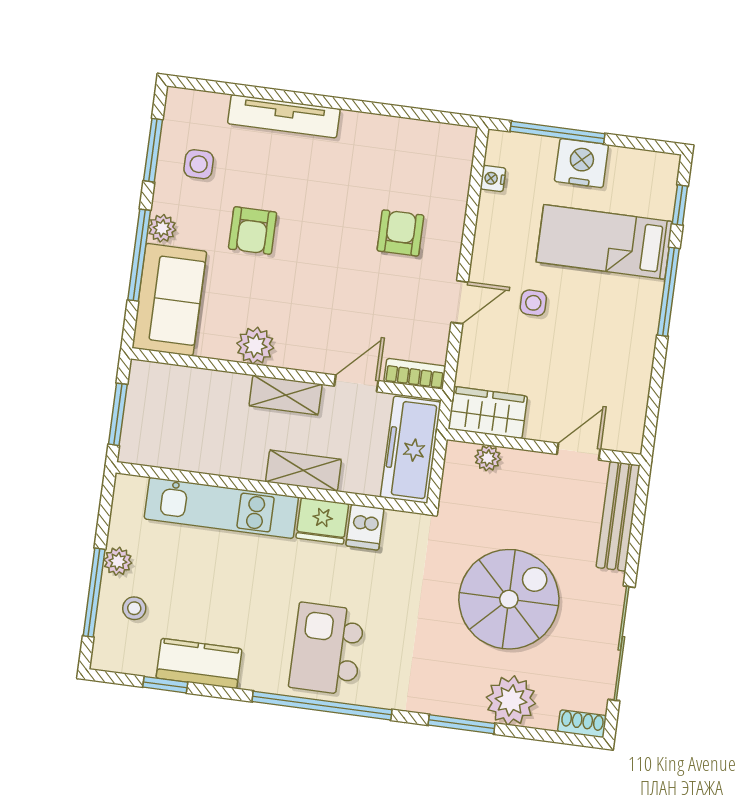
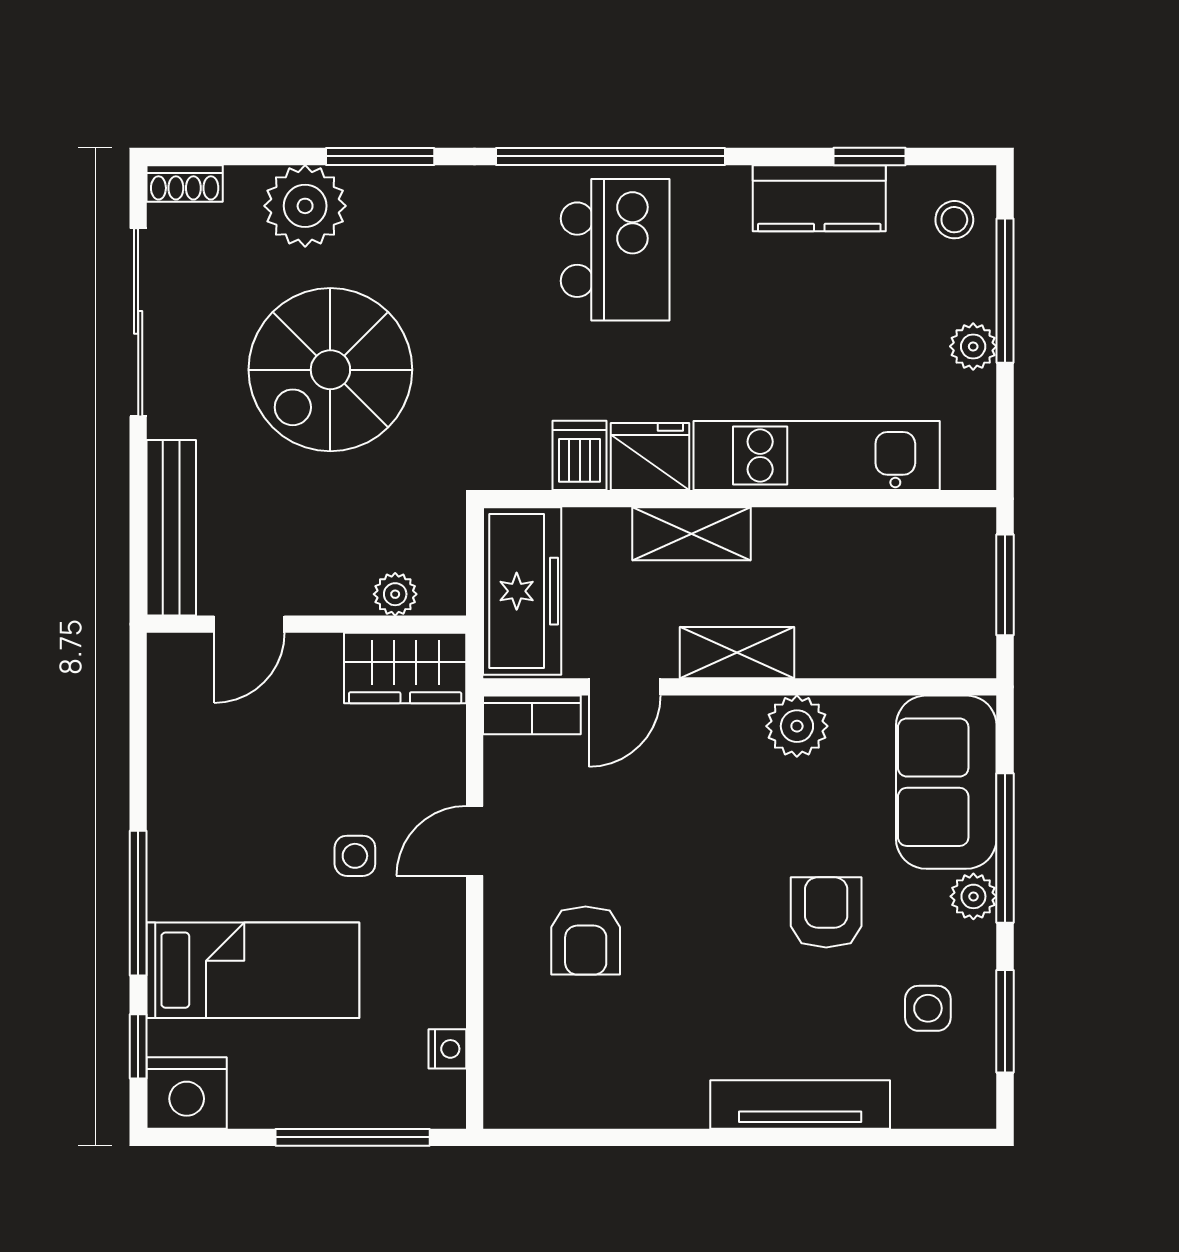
nightstand: (581, 163) -> (187, 1093), moved
stool: (134, 608) -> (954, 220), moved

